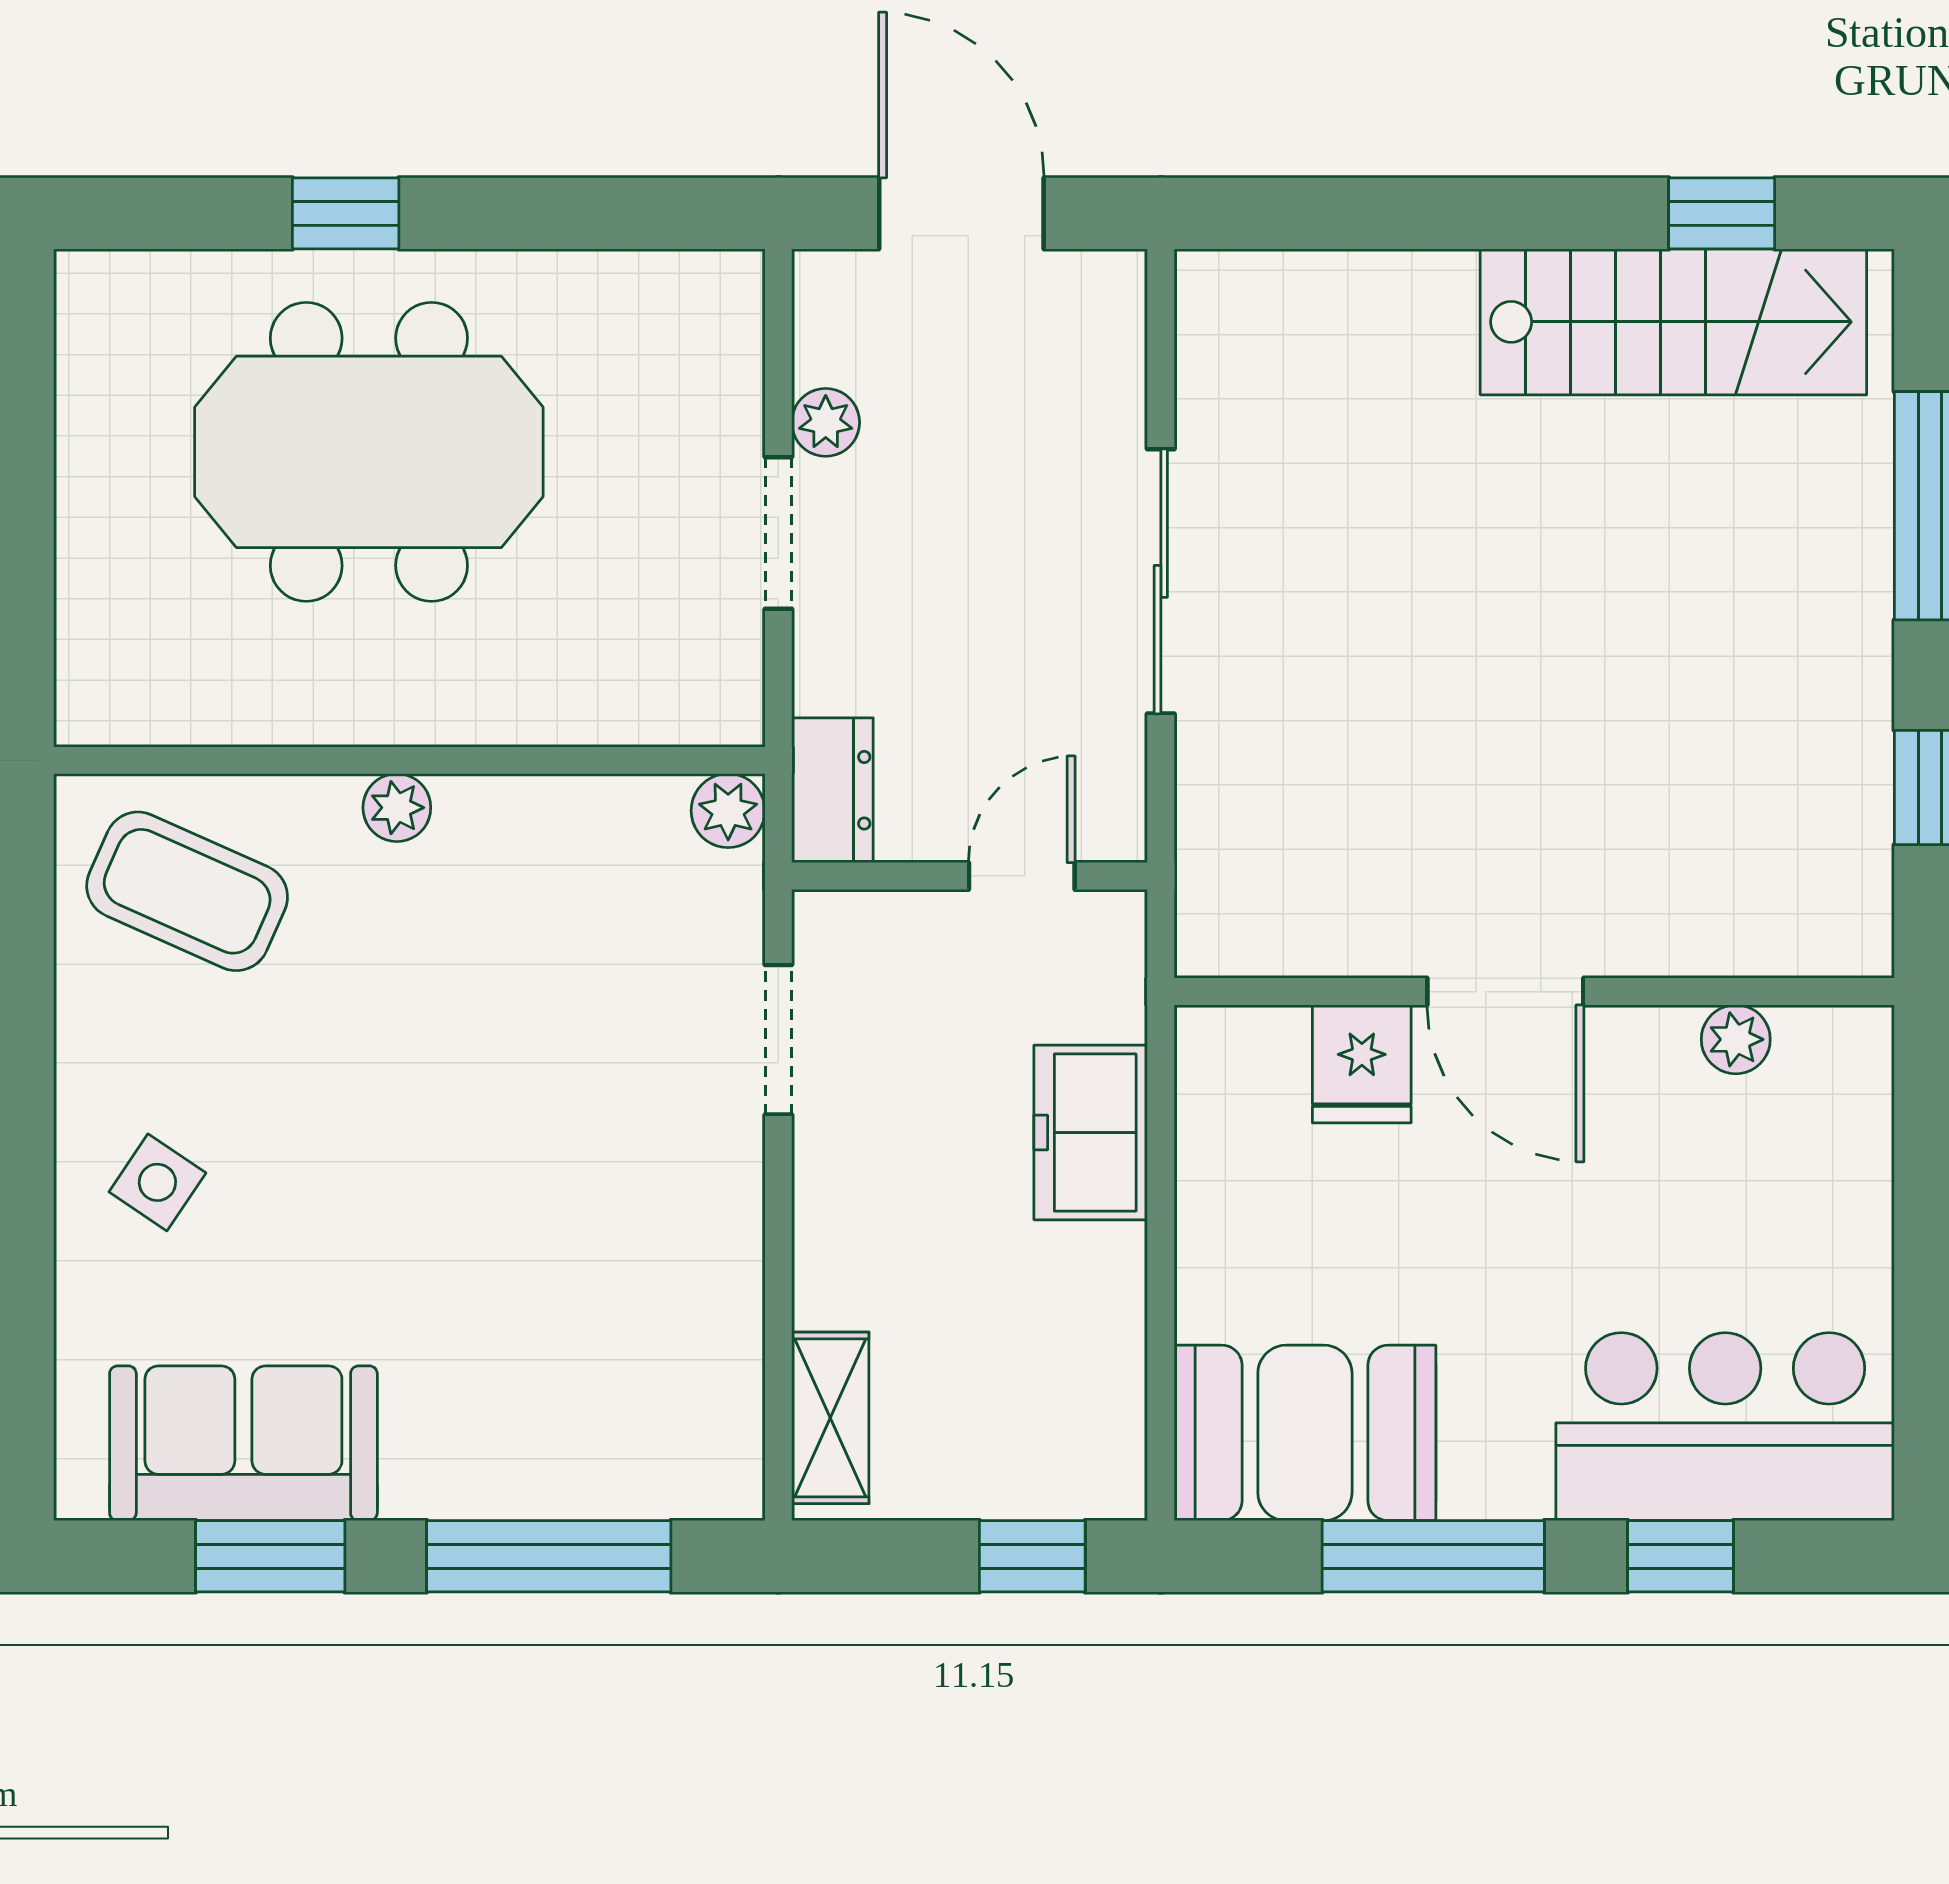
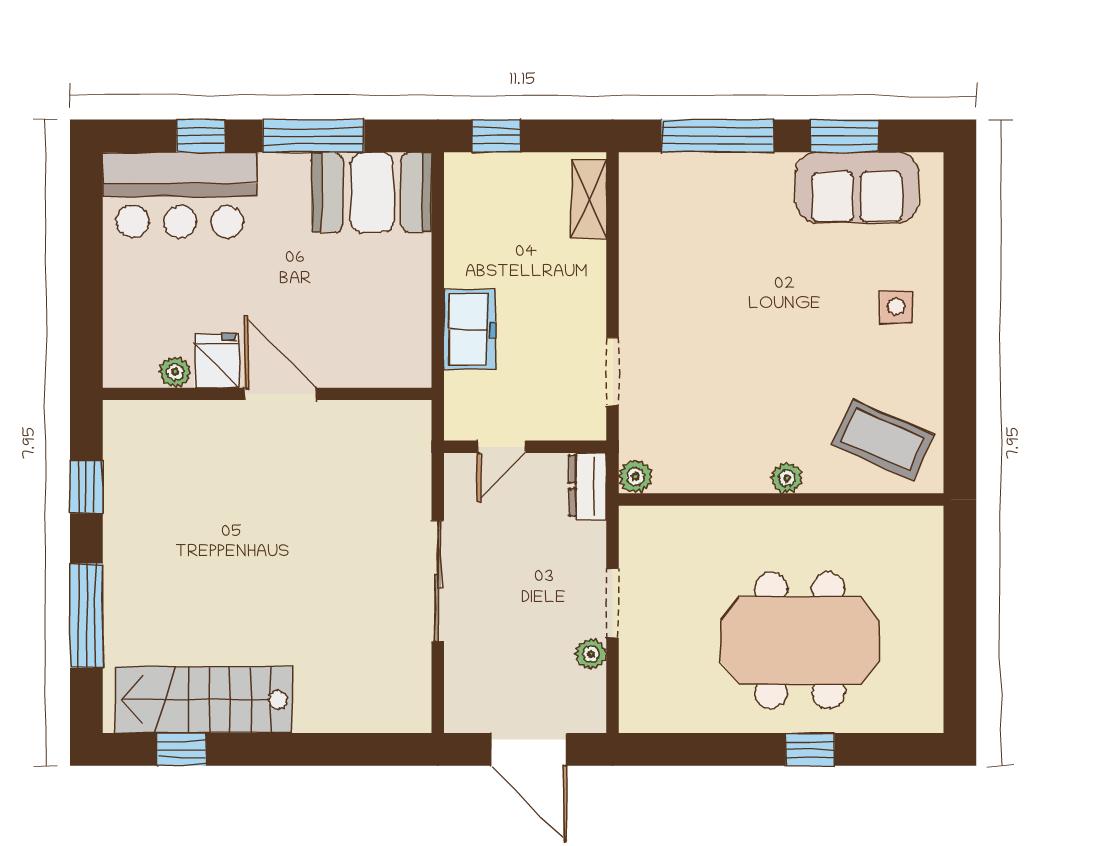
fridge: (1362, 1064) -> (217, 361), moved
side table: (157, 1182) -> (896, 307), turned -34

